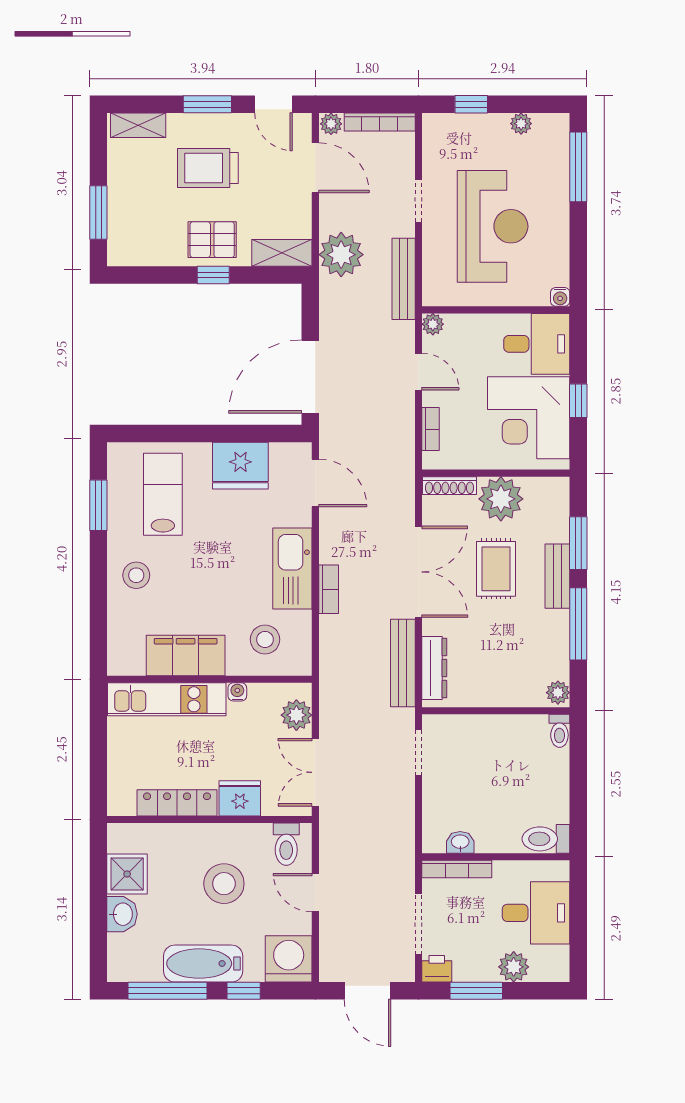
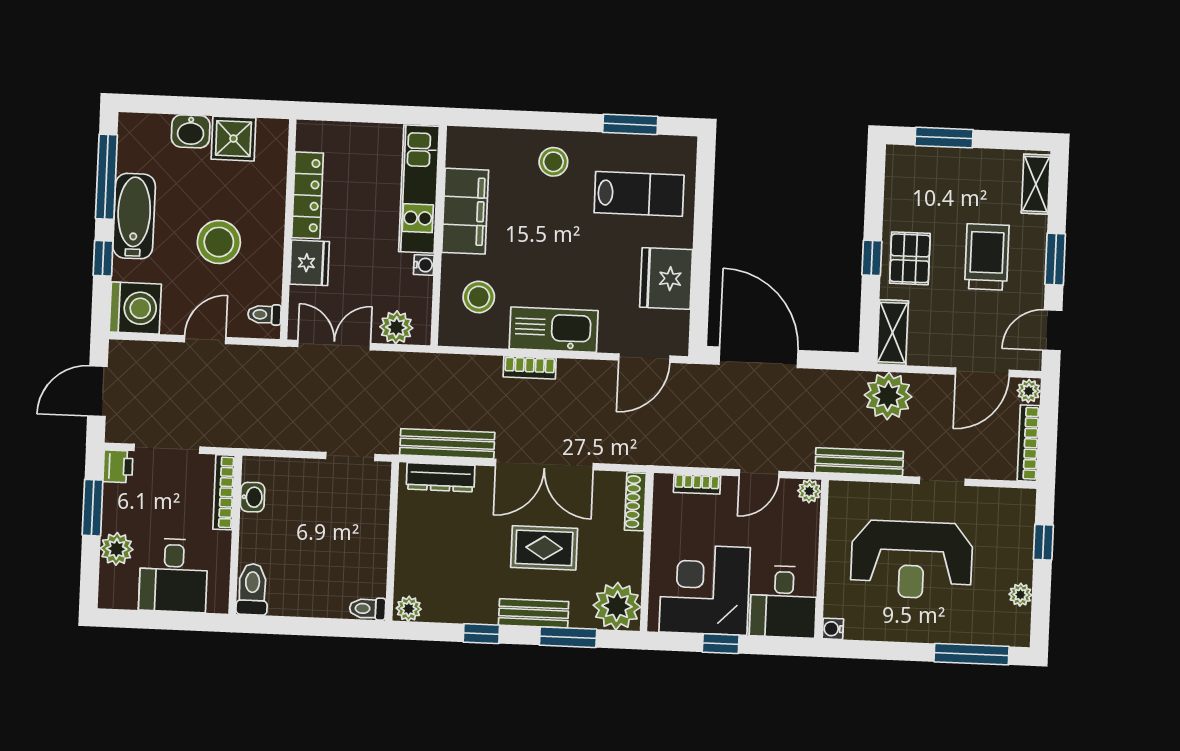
plant: (501, 499) -> (617, 606), moved
window: (578, 624) -> (481, 634), width x0.46
toilet: (286, 844) -> (264, 315), width x0.73, depth x0.72

